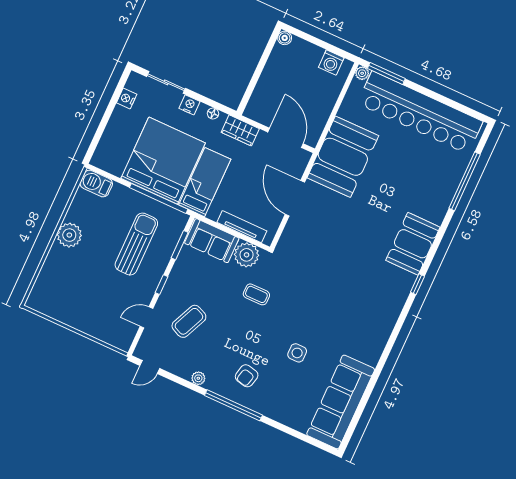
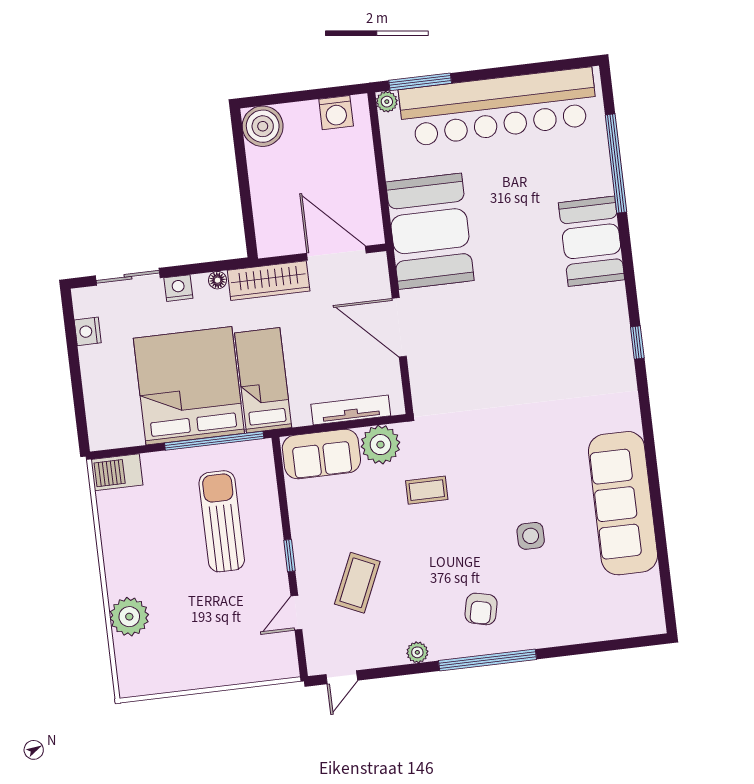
boiler: (285, 38) -> (263, 126), width x1.86, depth x1.86
wardrobe: (240, 130) -> (269, 281), width x1.50
plant: (69, 235) -> (129, 617), moved
booth: (413, 244) -> (592, 241), moved
window: (180, 245) -> (281, 487), removed
sofa: (341, 402) -> (623, 503), moved

